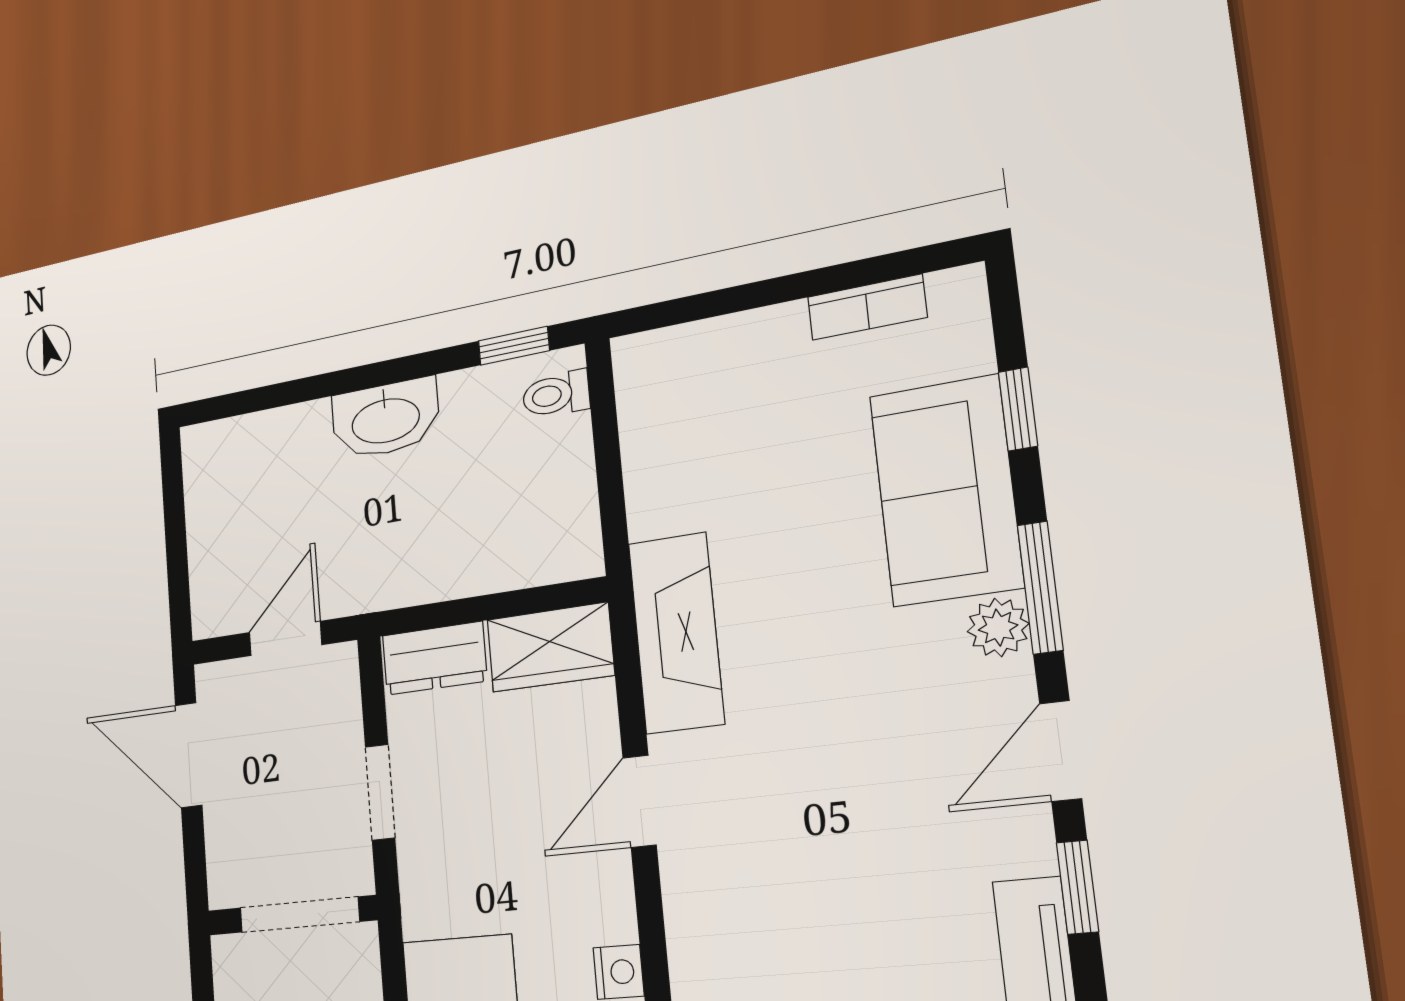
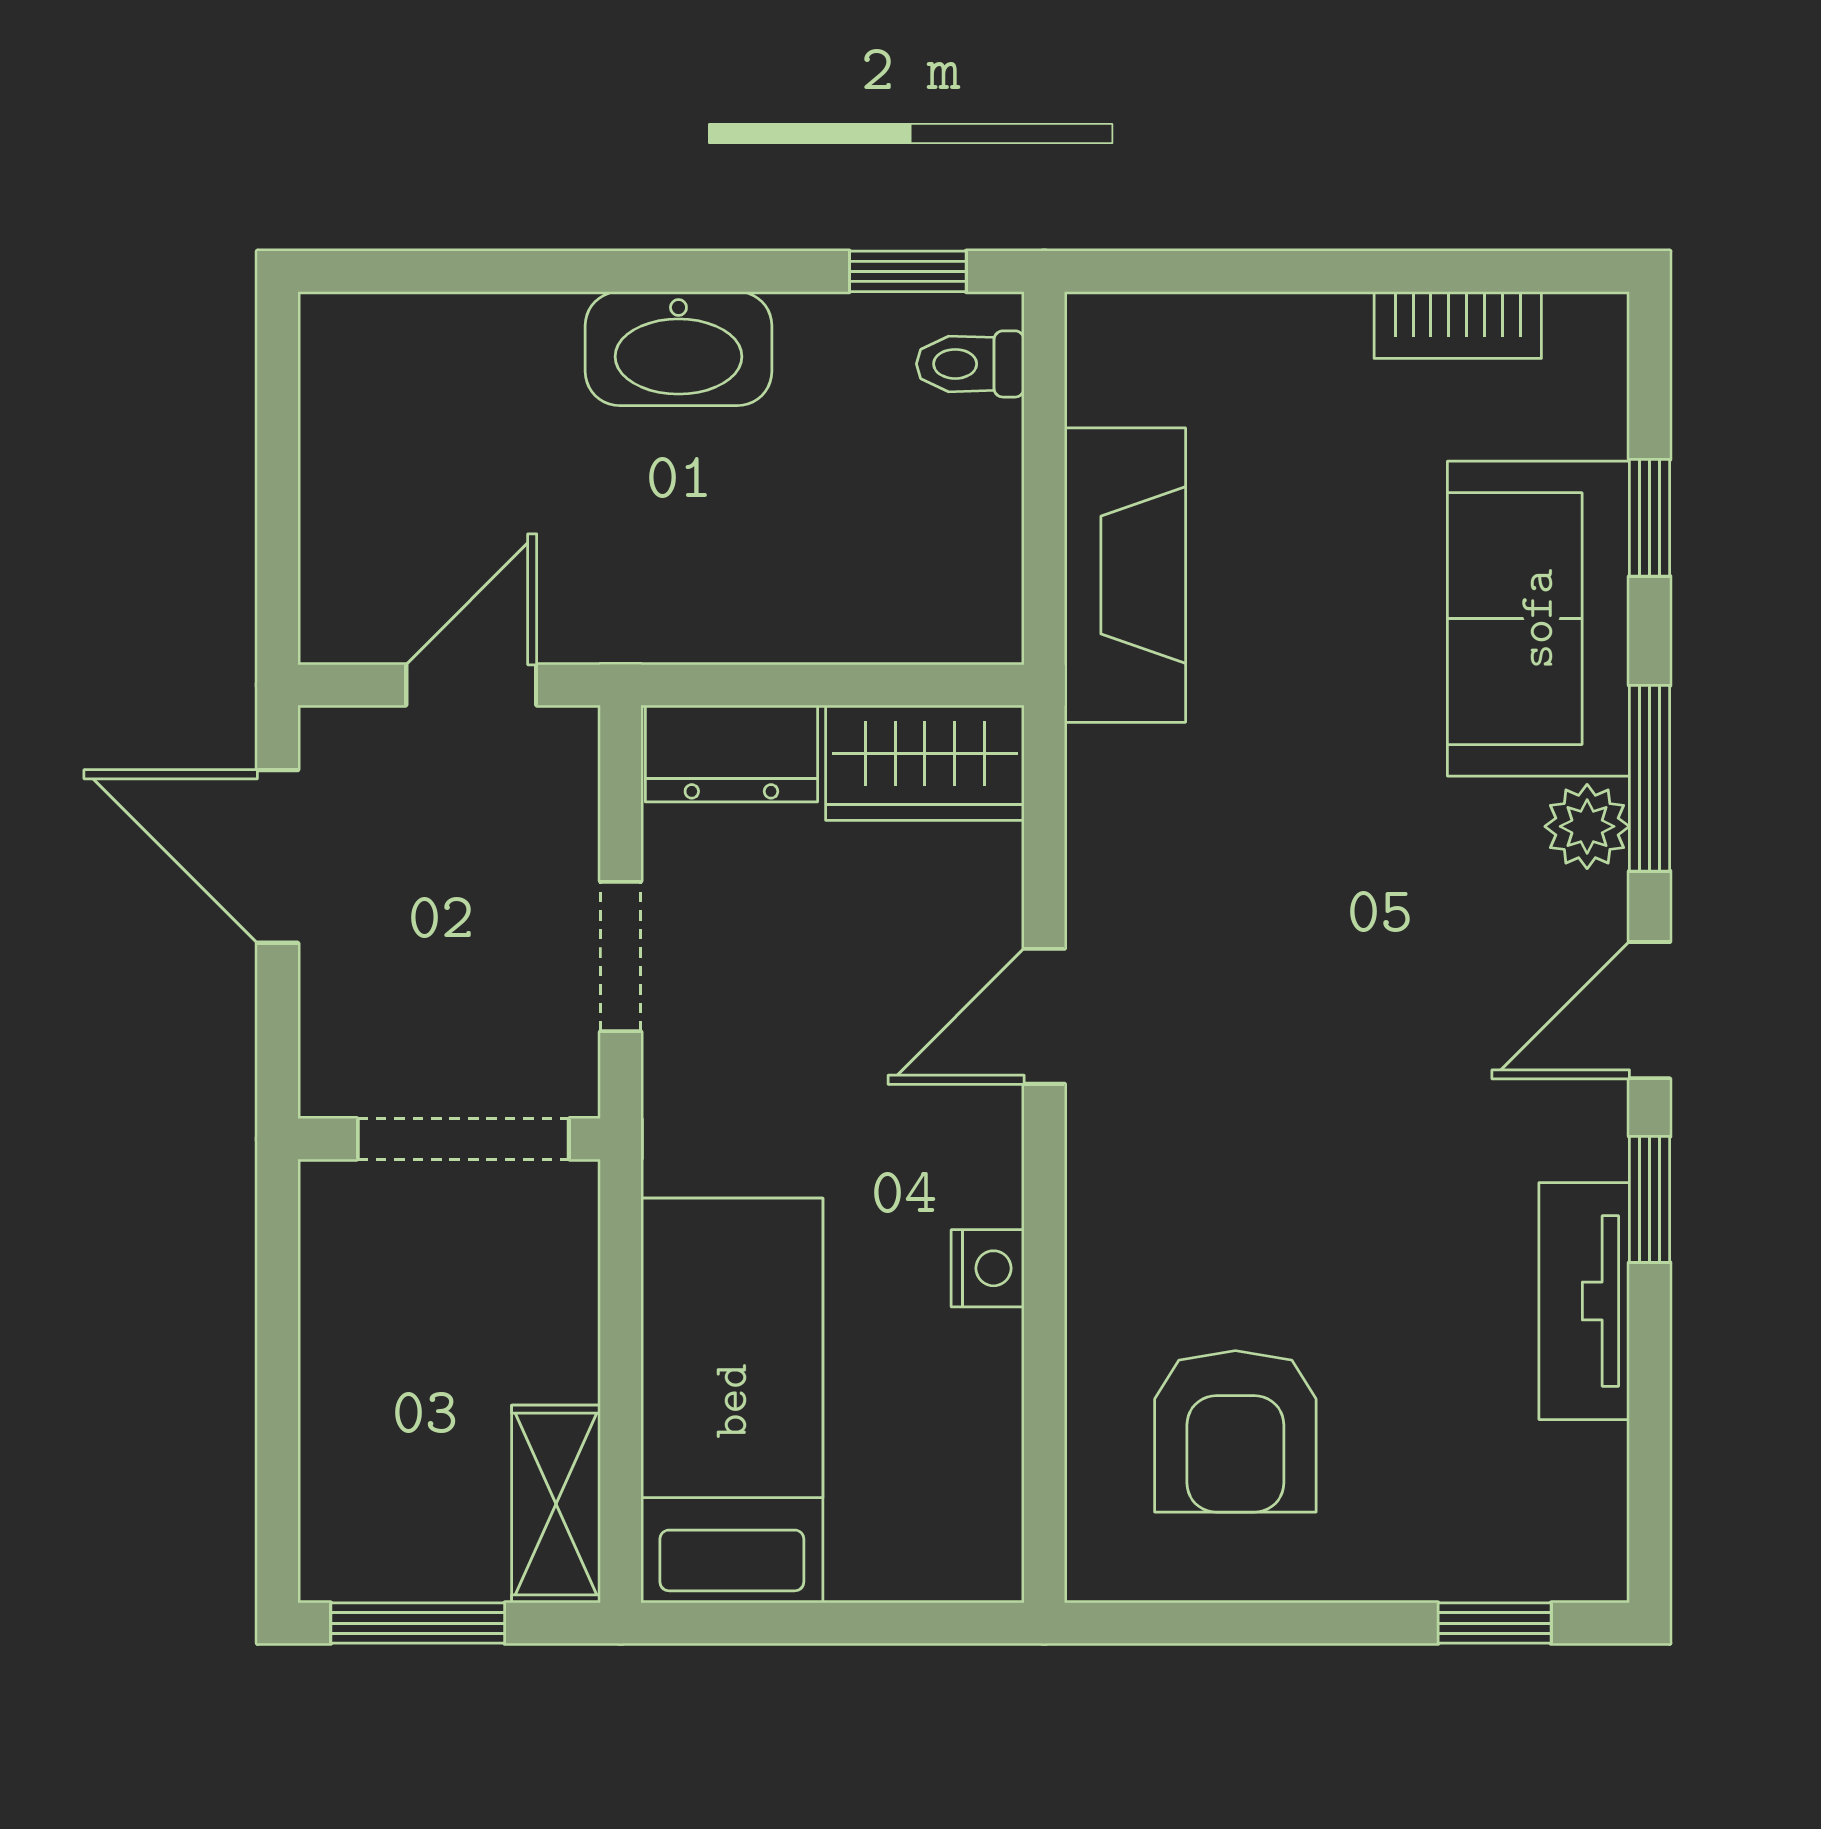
fireplace: (676, 633) -> (1125, 575), moved

